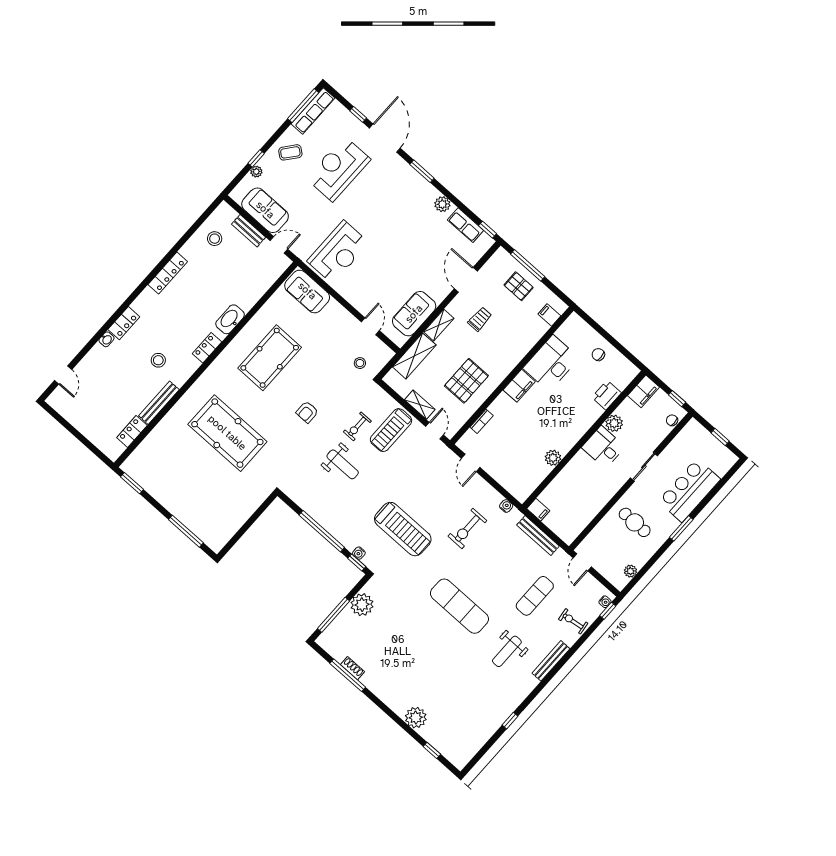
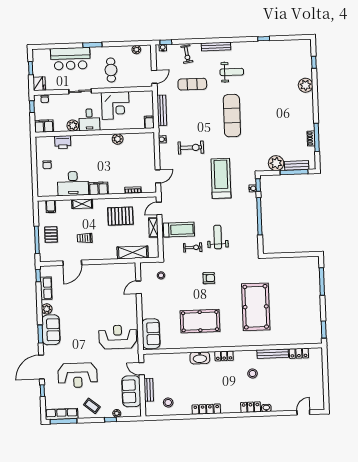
sofa: (414, 314) -> (51, 330), moved, turned -90
shelving: (439, 325) -> (82, 204), moved
fridge: (694, 430) -> (39, 84), added
corner desk: (592, 490) -> (115, 106), added
bench: (338, 624) -> (297, 165), added

